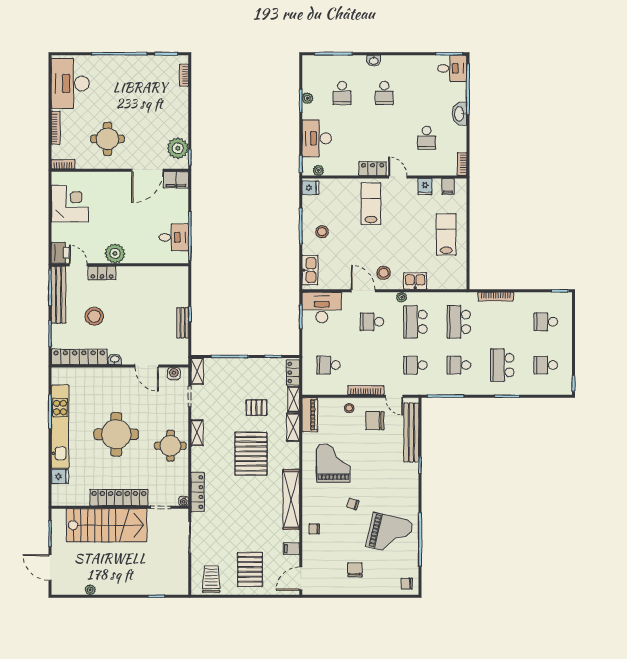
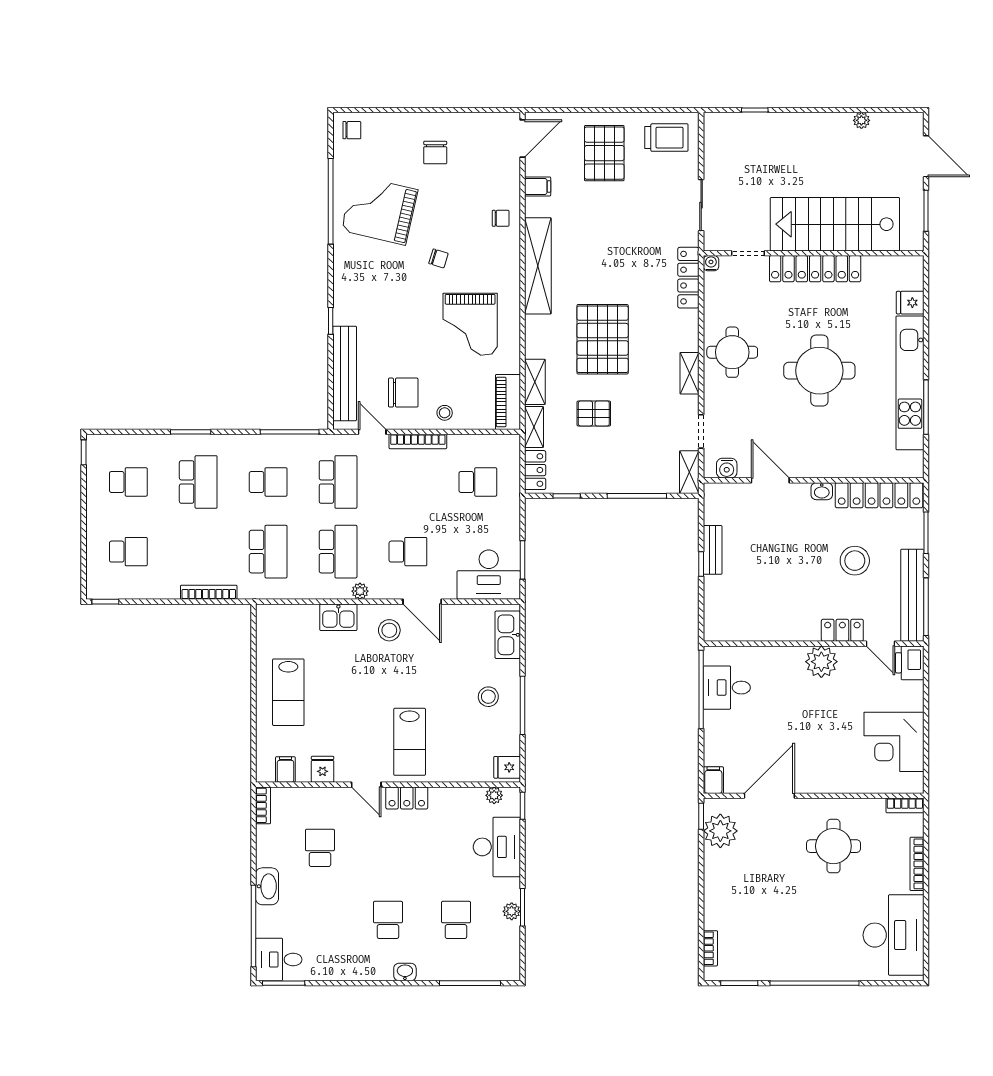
filing cabinet: (176, 180) -> (713, 780), width x0.50
school desk: (415, 365) -> (338, 482), width x1.85
trolley: (211, 579) -> (666, 138), turned -90

